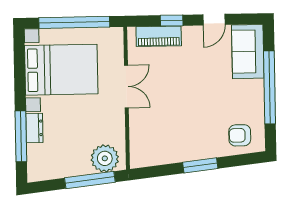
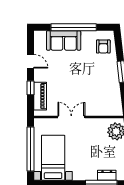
sofa: (248, 52) -> (64, 40), moved
bed with nightstands: (61, 70) -> (53, 158), width x0.73
dresser: (34, 128) -> (107, 175), moved

